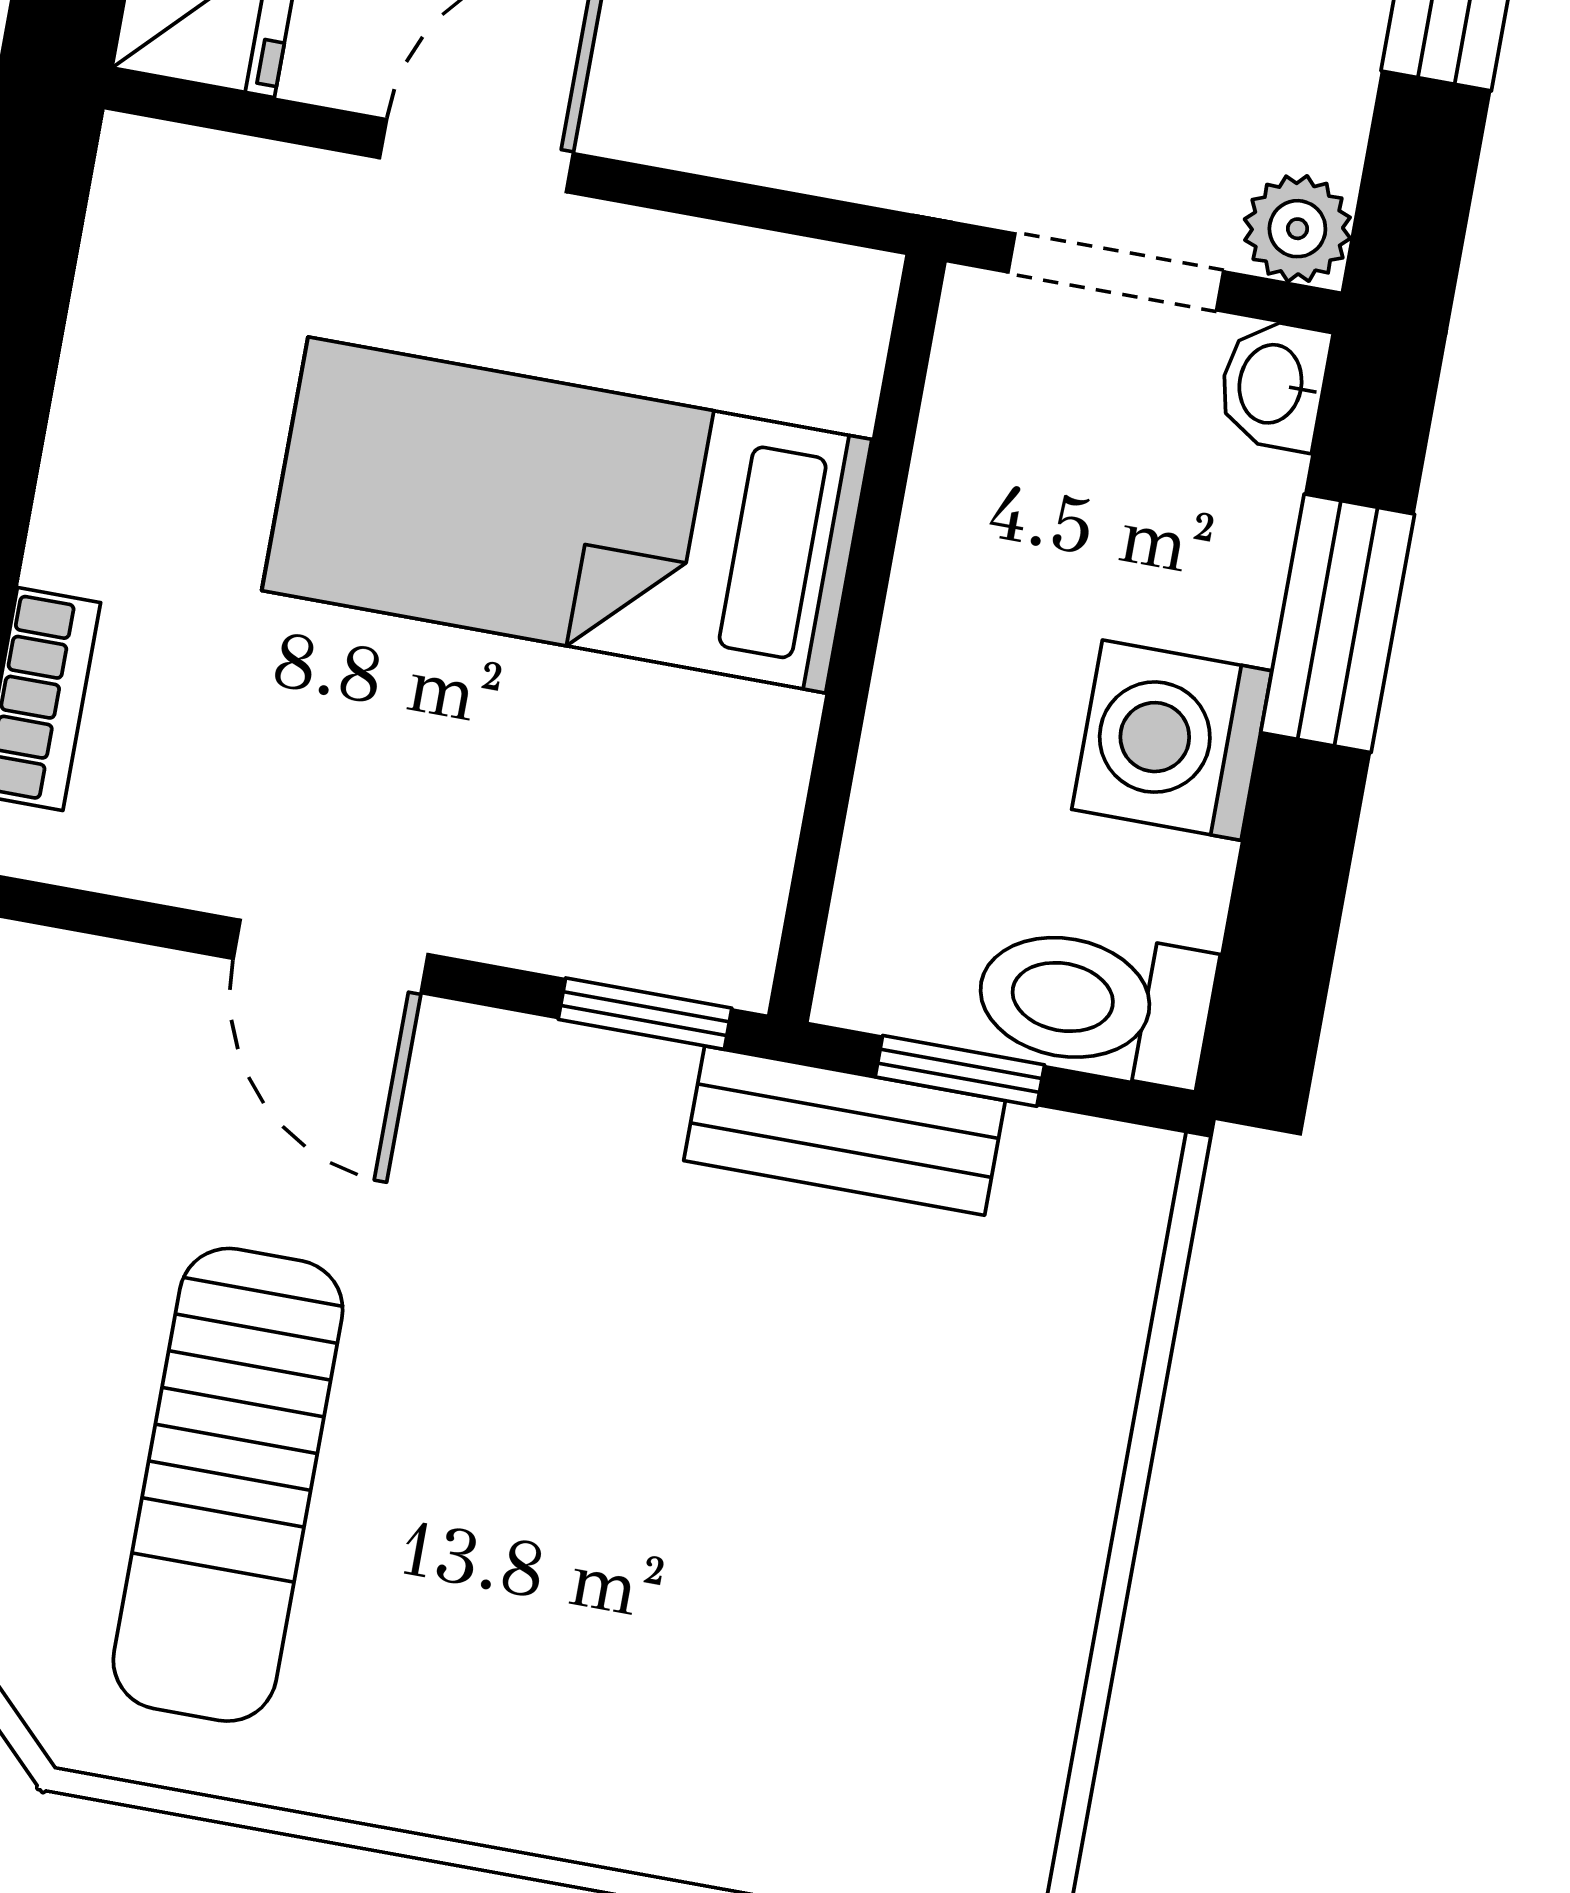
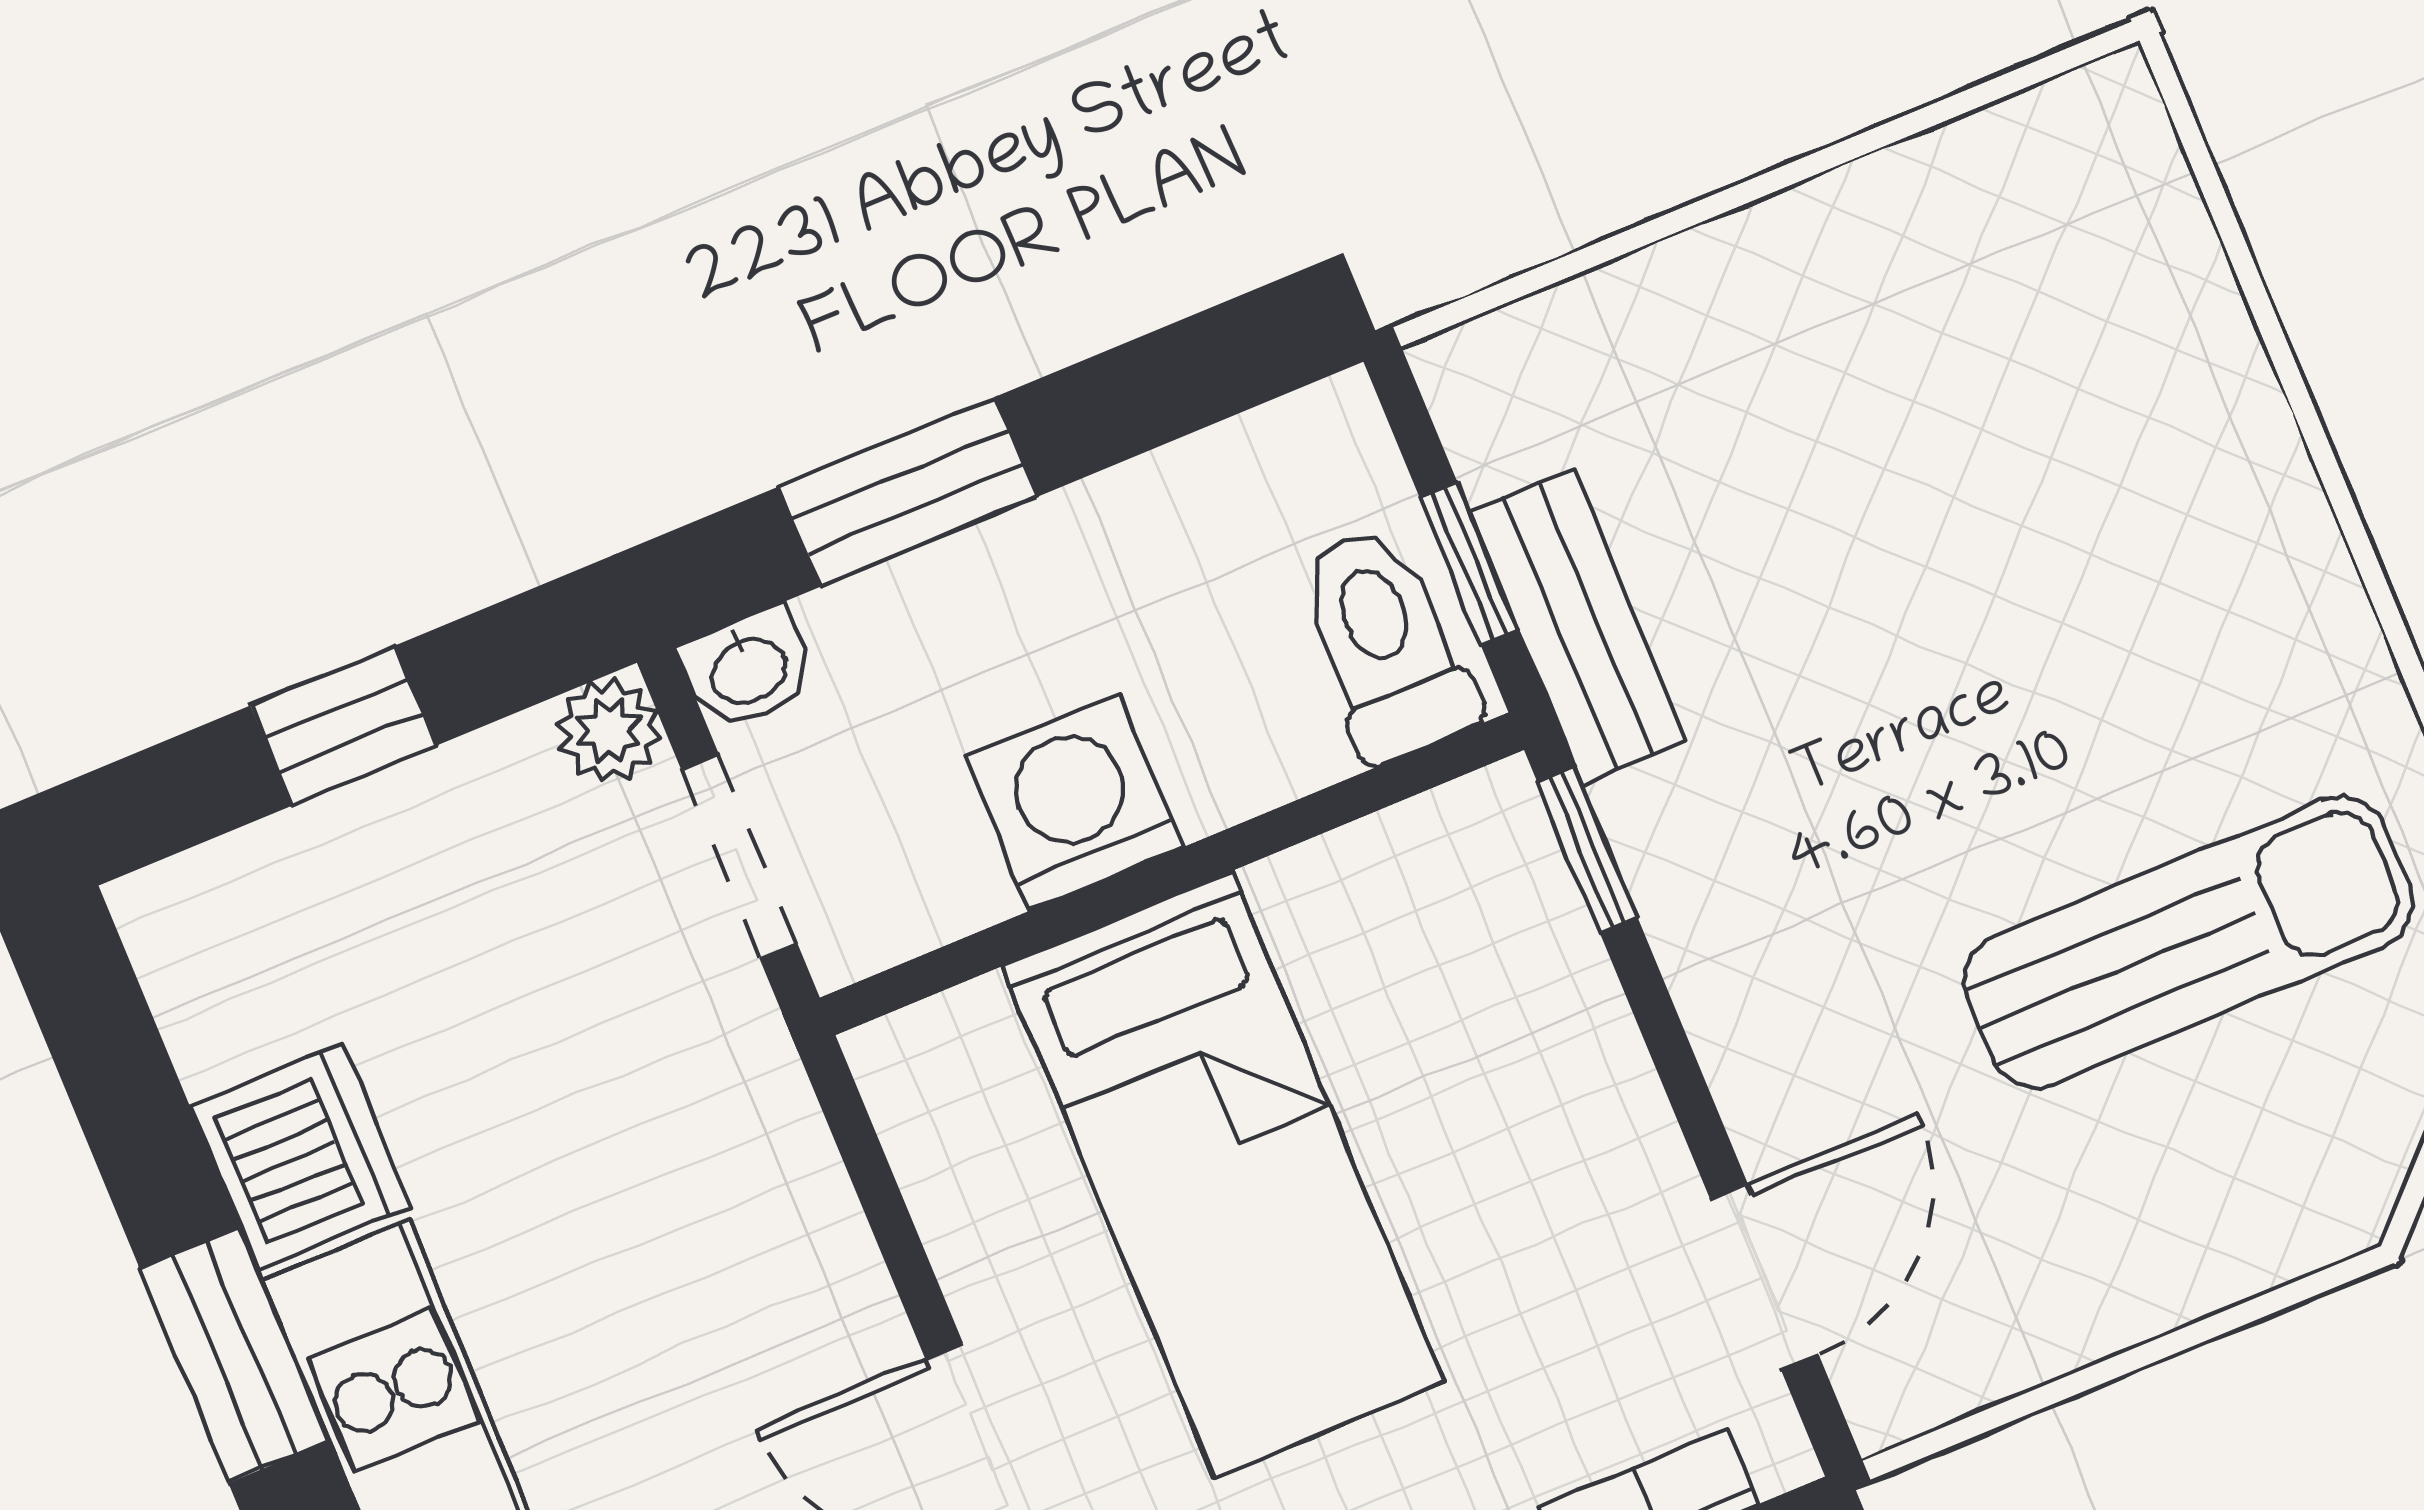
washing machine: (1172, 740) -> (1075, 802), moved, turned 180
door: (331, 956) -> (1764, 1277), moved
toilet: (1094, 1003) -> (1386, 643), moved, turned 180

